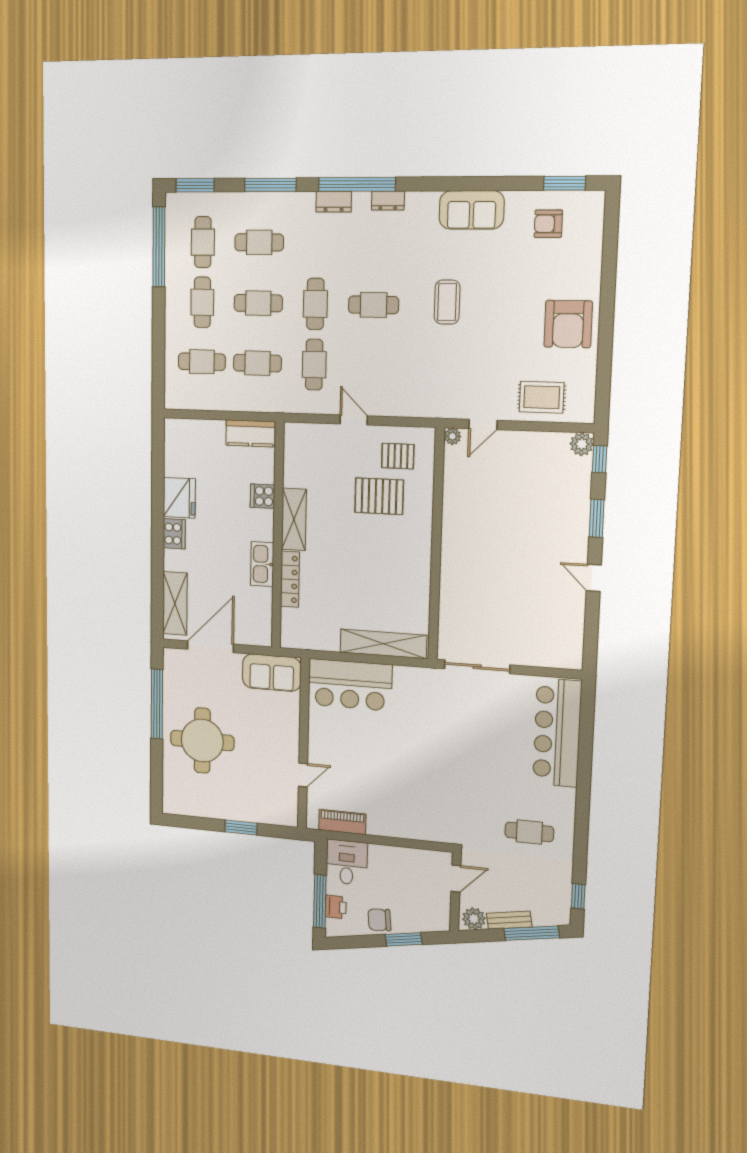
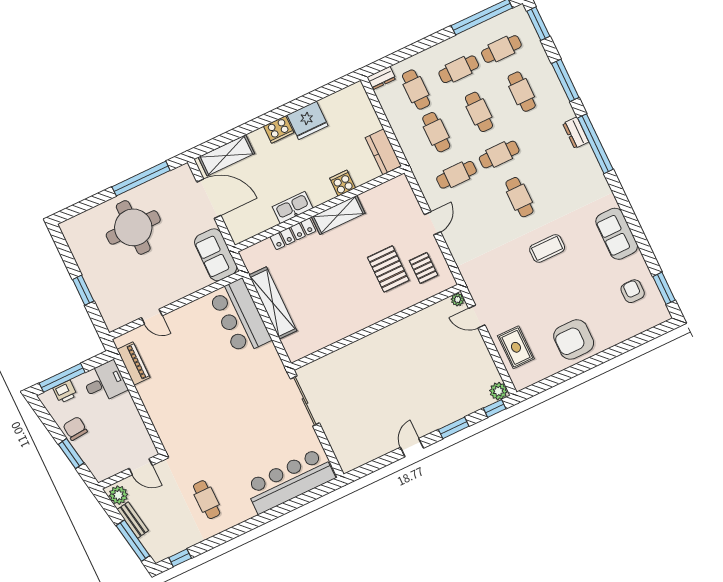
dresser: (388, 201) -> (381, 78), moved, turned -90
shelving: (383, 644) -> (273, 303), moved

